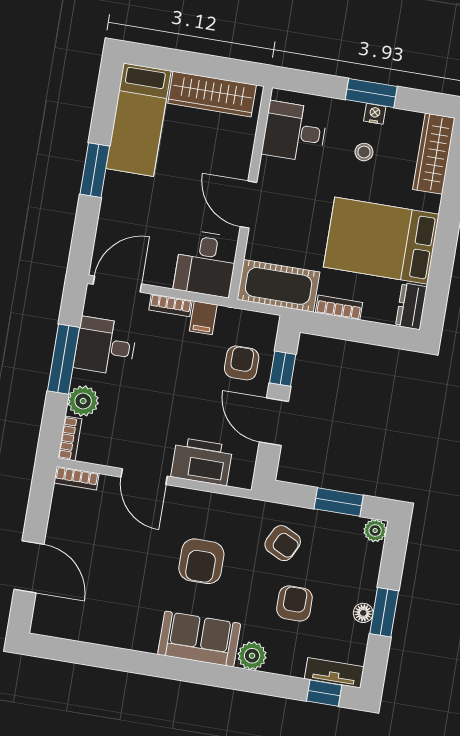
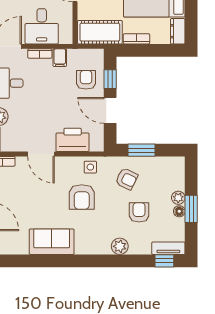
desk: (206, 264) -> (42, 26), moved
window: (339, 502) -> (141, 150), moved
side table: (224, 513) -> (90, 167), added
plant: (375, 531) -> (178, 198), moved
sofa: (199, 639) -> (52, 242), moved

